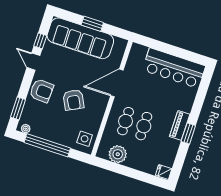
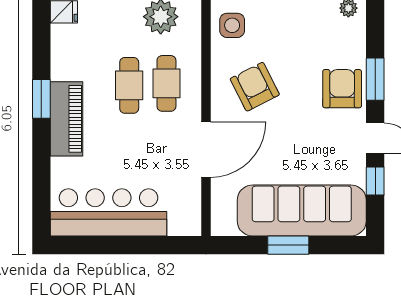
armchair: (42, 91) -> (342, 89), turned 87
armchair: (73, 100) -> (255, 87), moved
window: (18, 108) -> (375, 79), moved
piano: (180, 125) -> (67, 119), width x1.37, depth x1.33

